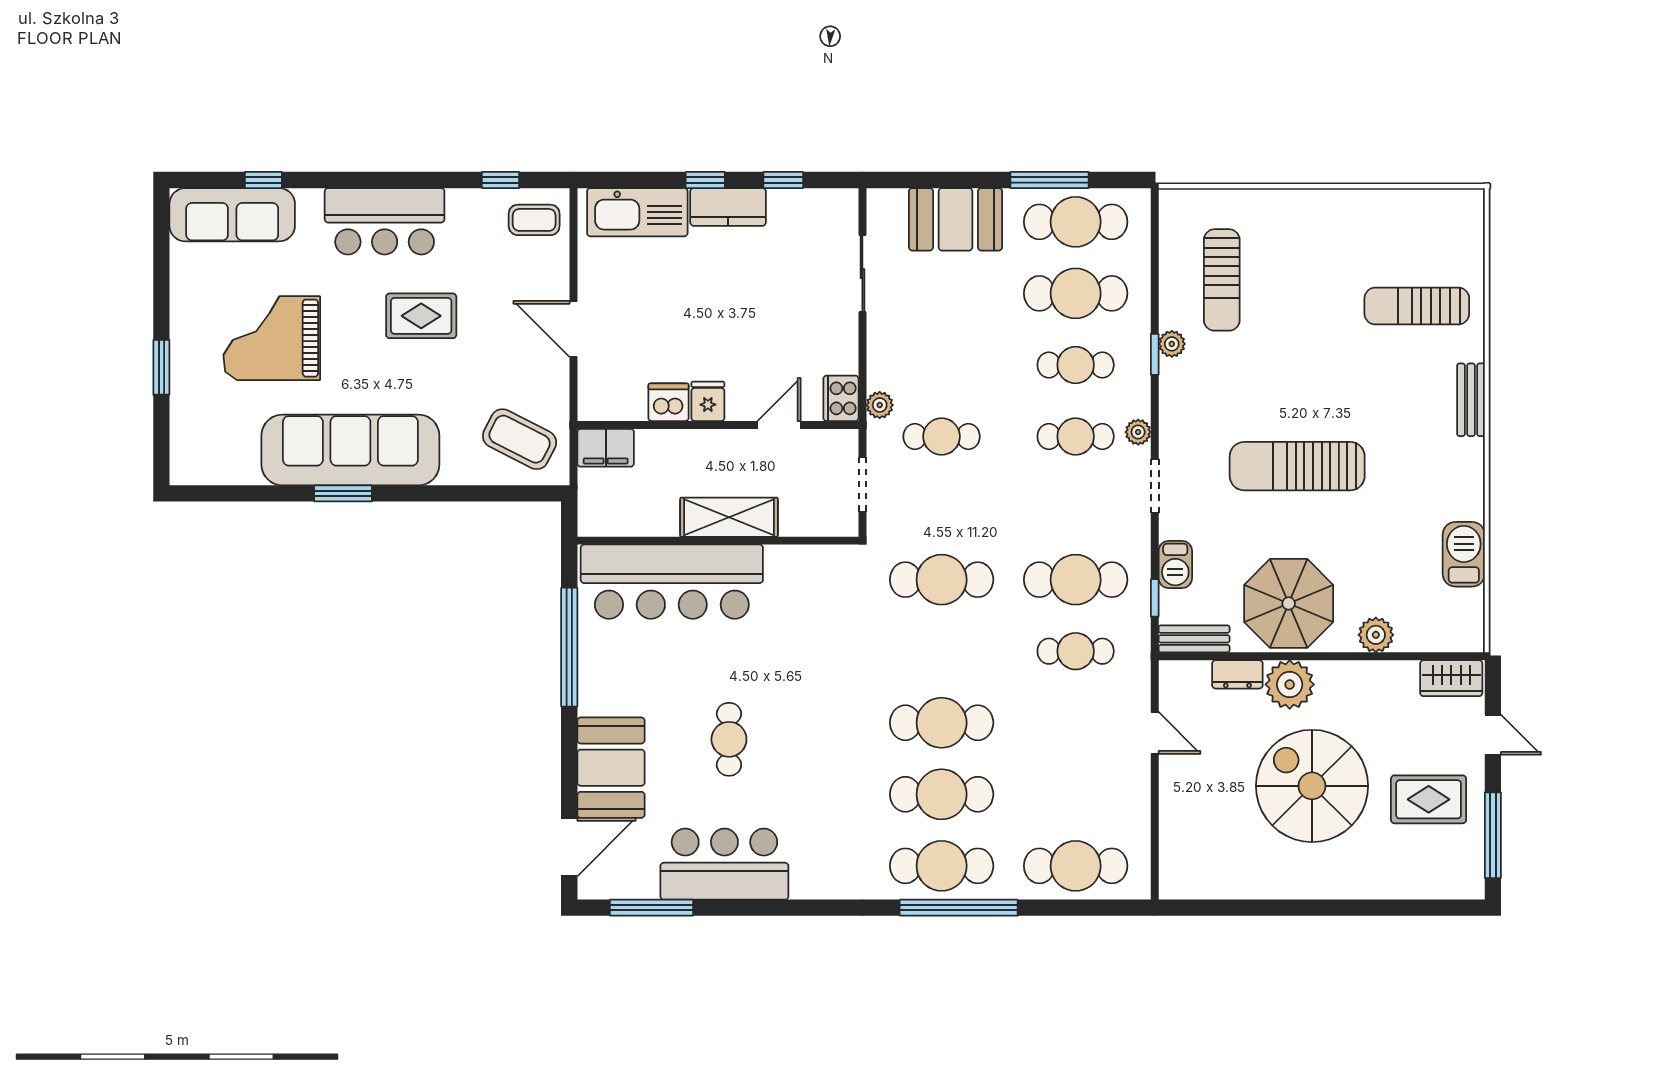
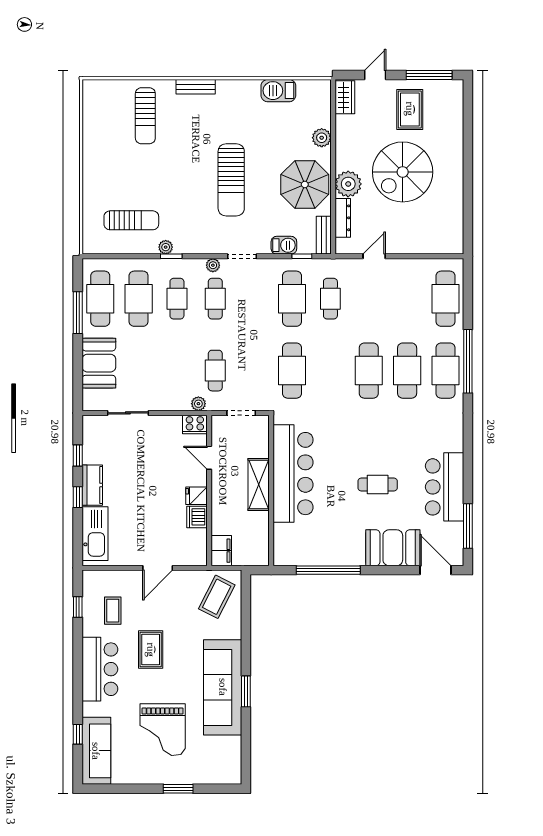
coffee table: (534, 220) -> (113, 611), moved
bar counter: (672, 582) -> (293, 474), moved
dresser: (1237, 674) -> (343, 218), width x1.44

